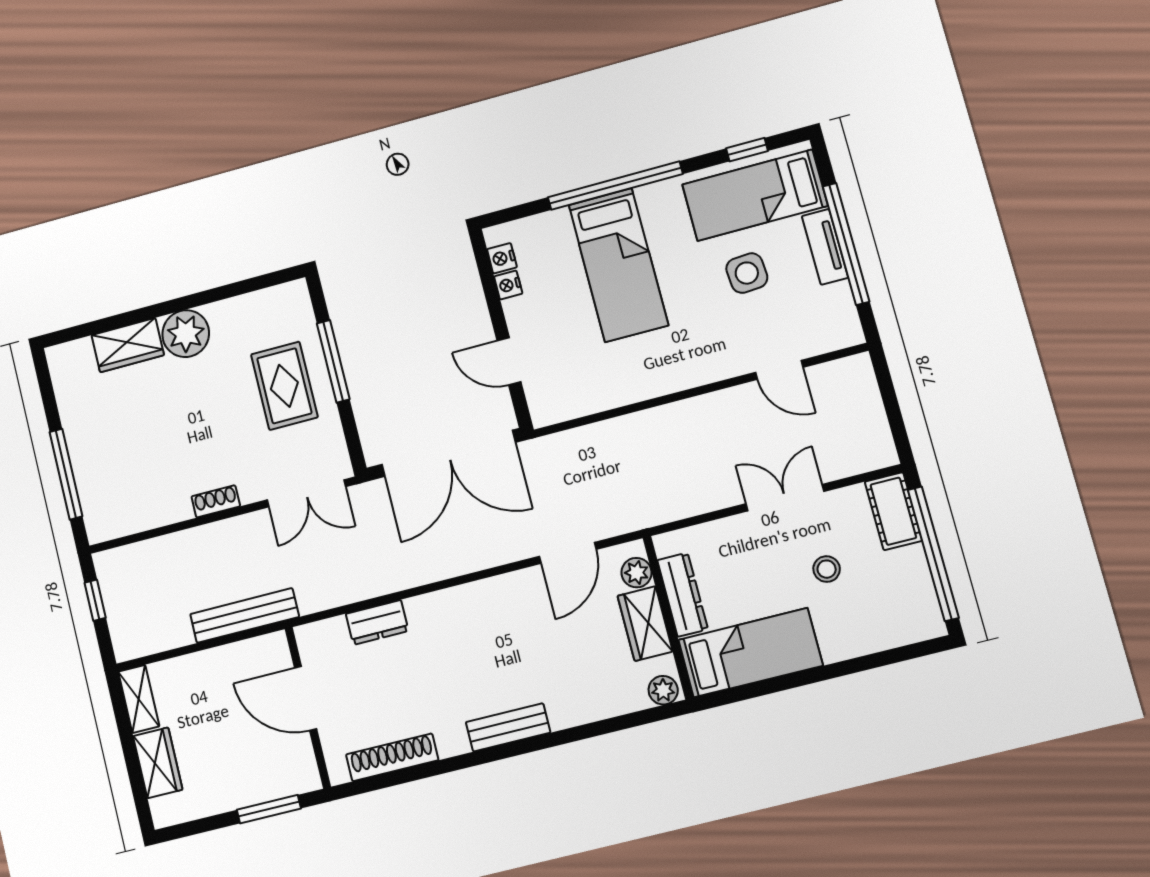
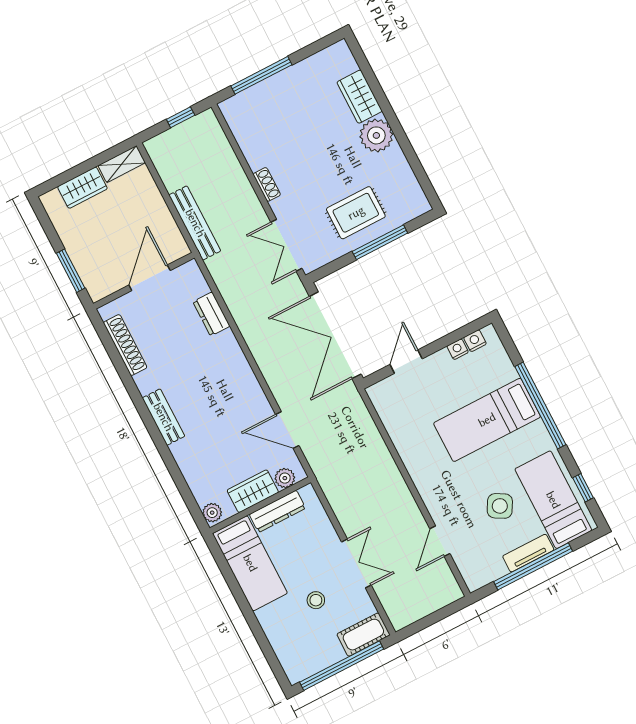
side table: (747, 273) -> (500, 506), turned 33

